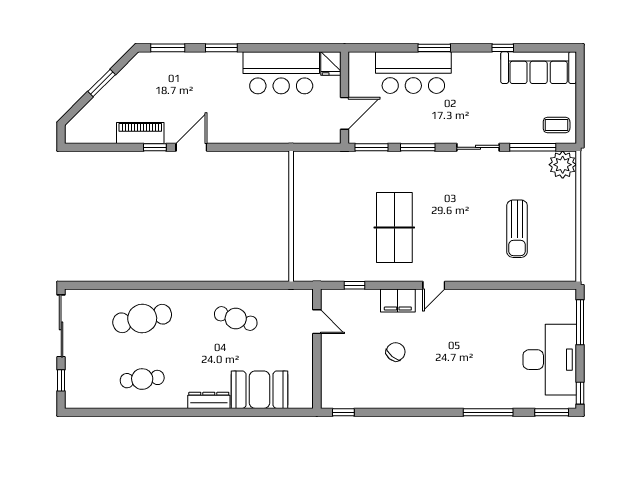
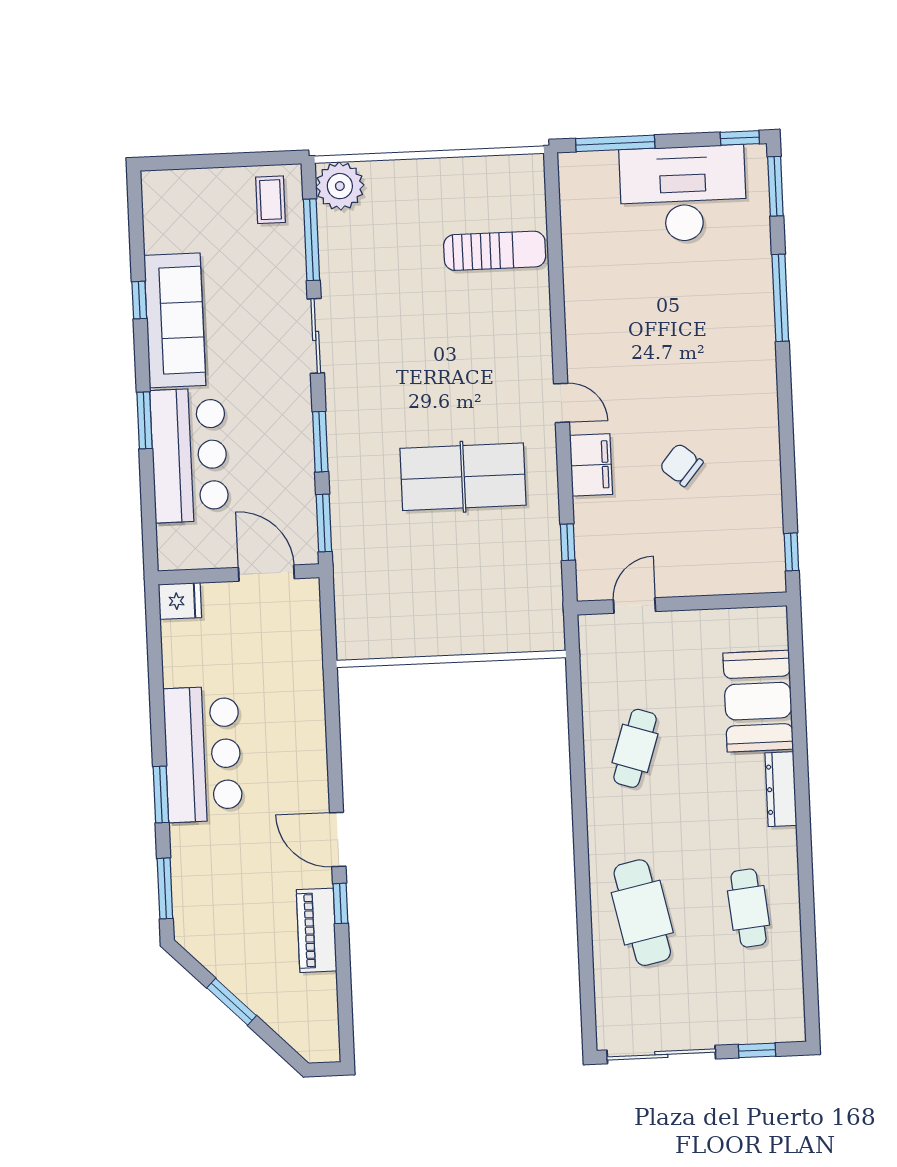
sofa: (539, 68) -> (175, 320), moved
bar counter: (281, 73) -> (203, 754), moved
sun lounger: (517, 229) -> (495, 251), moved

